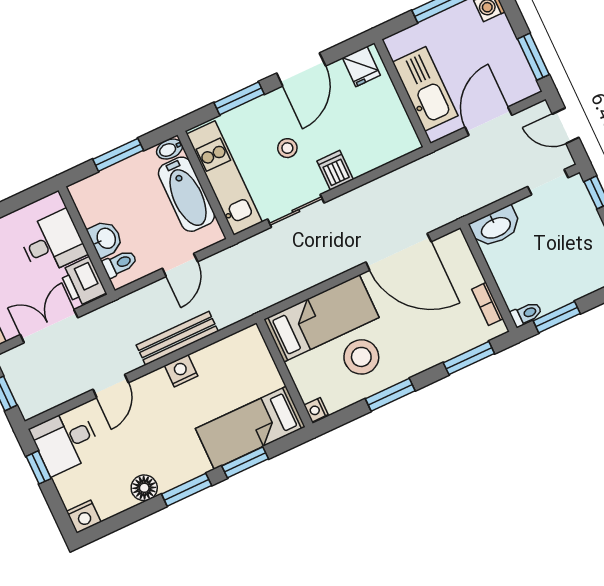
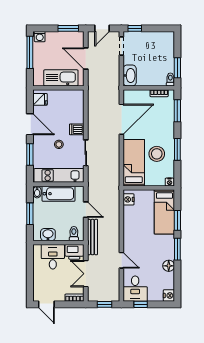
washbasin: (106, 239) -> (48, 235), moved
bench: (177, 338) -> (93, 237), moved
nightstand: (181, 371) -> (129, 199), moved

